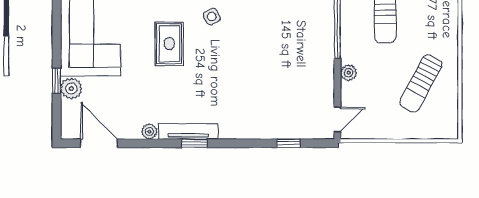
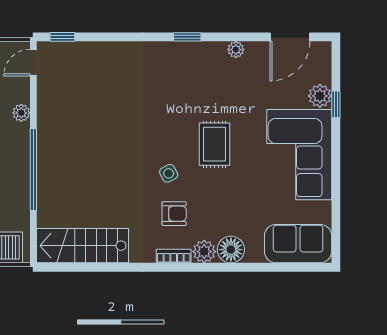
tv unit: (188, 131) -> (194, 50), removed
door: (99, 143) -> (290, 37), hinge flipped
window: (288, 143) -> (62, 37), moved

